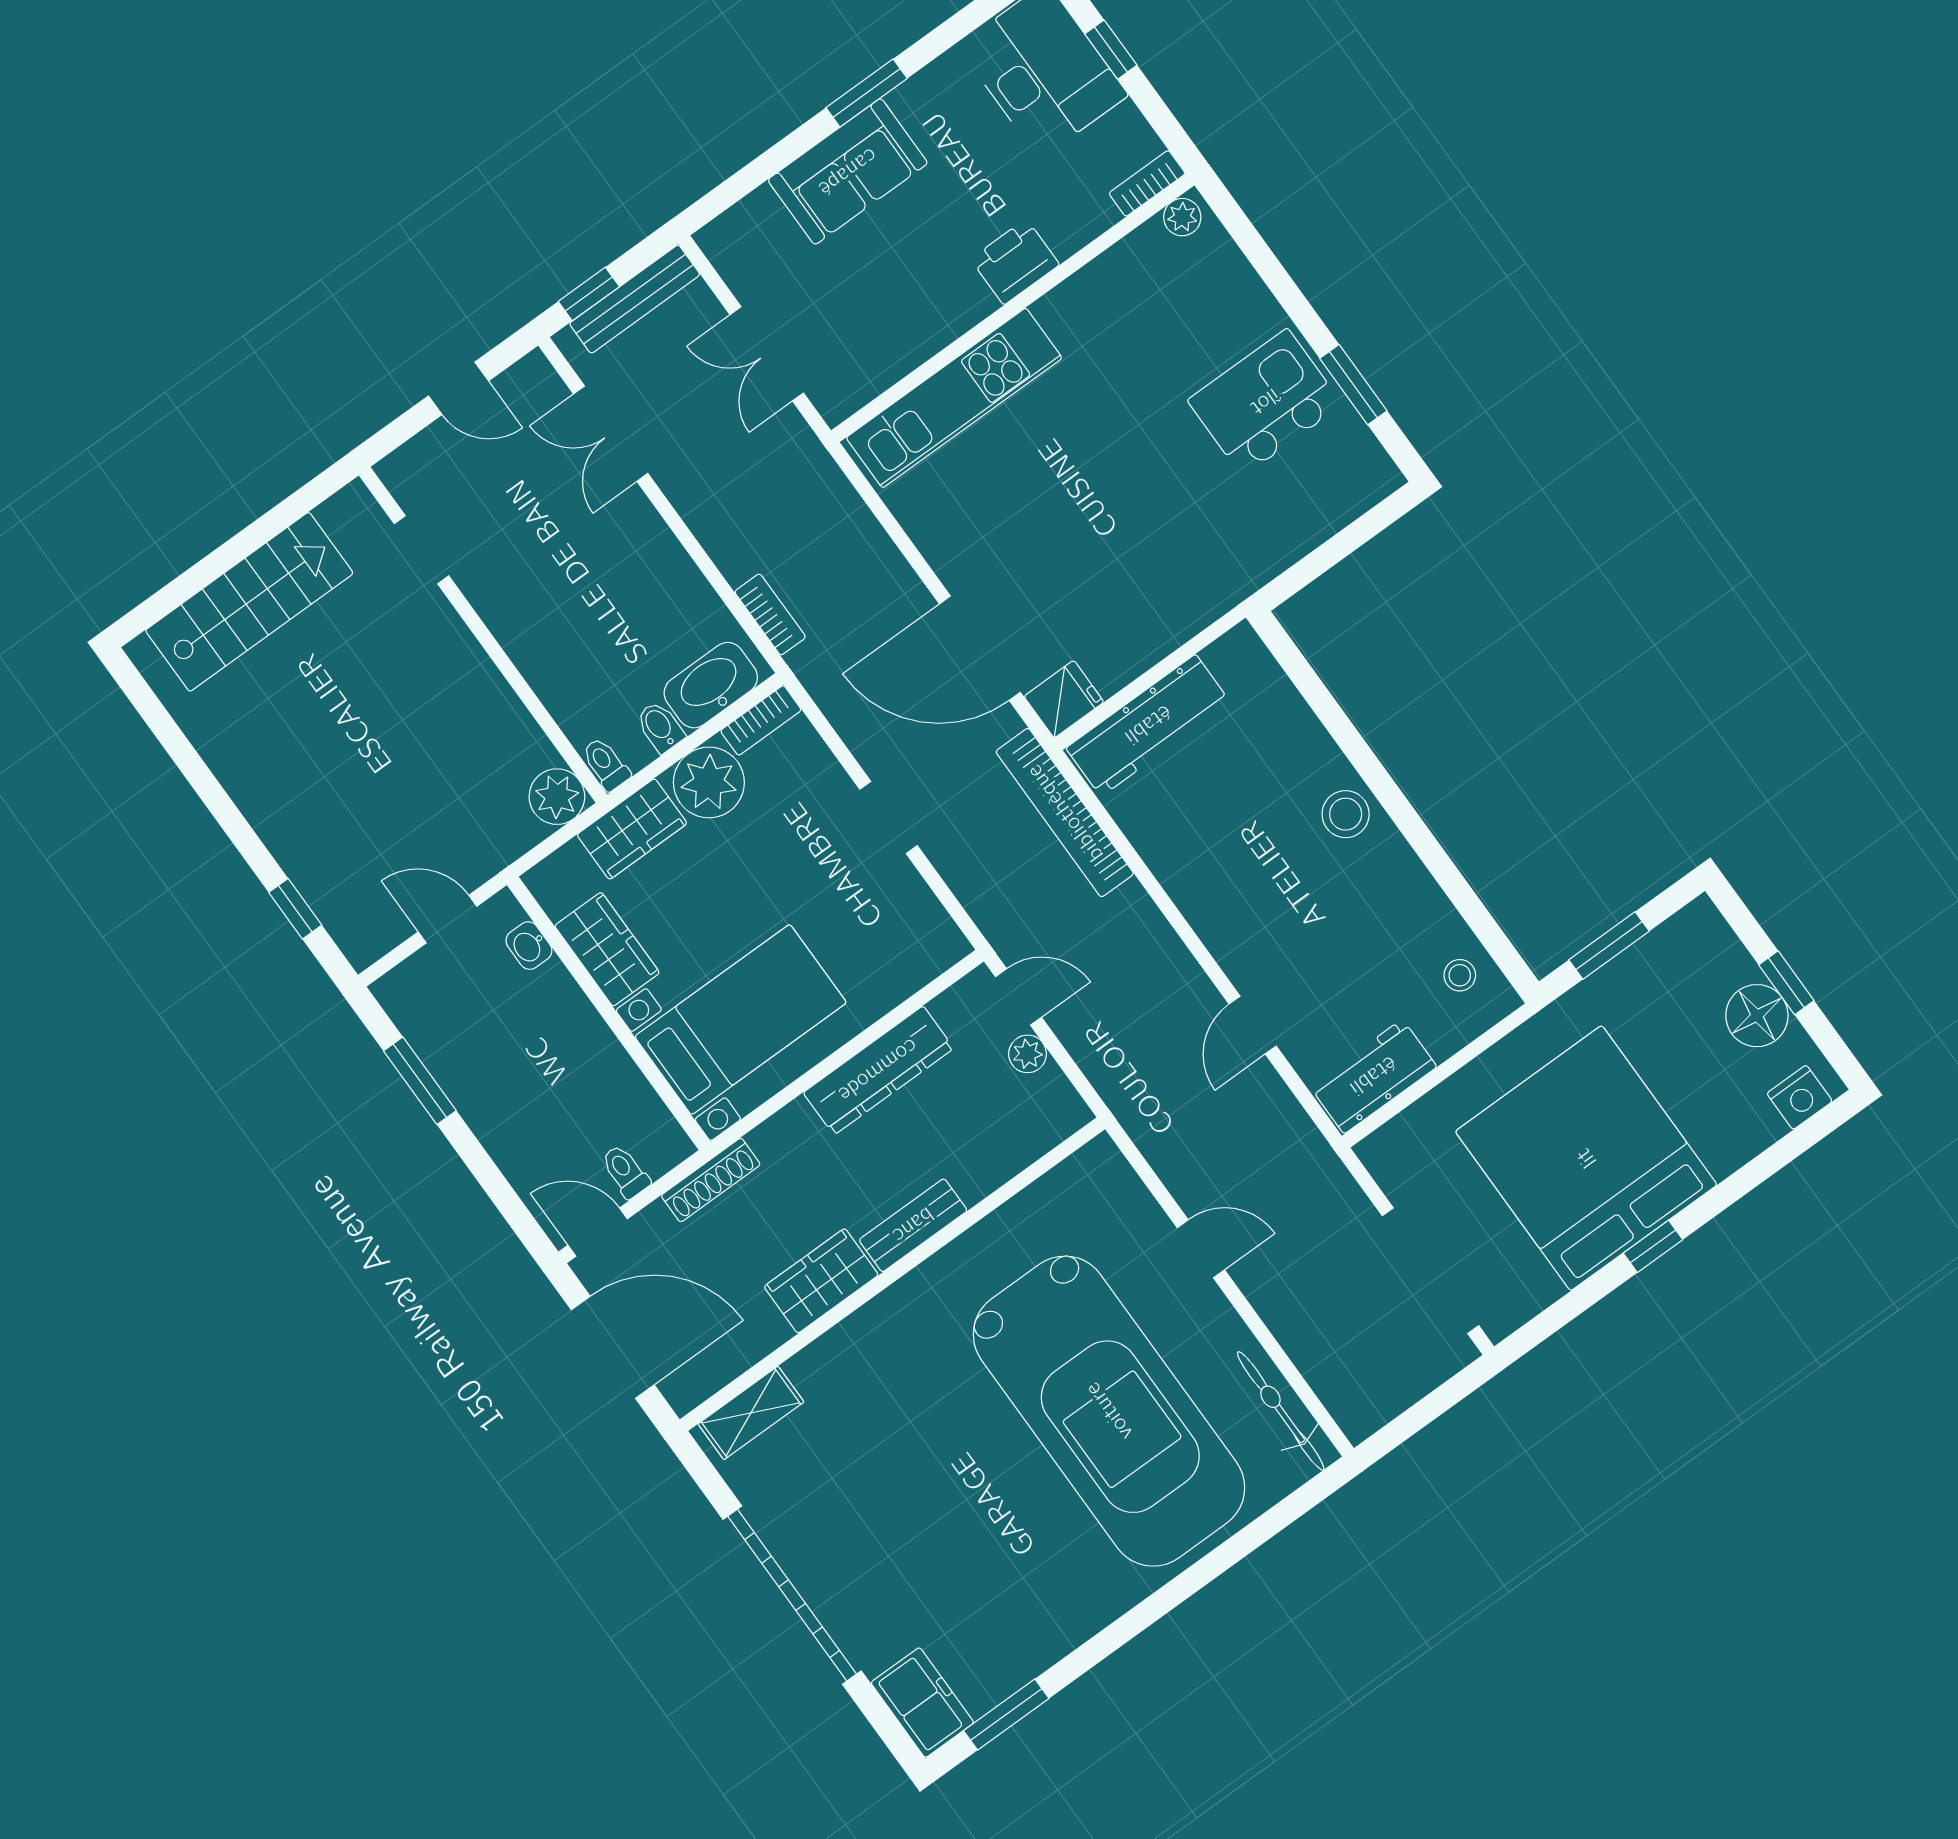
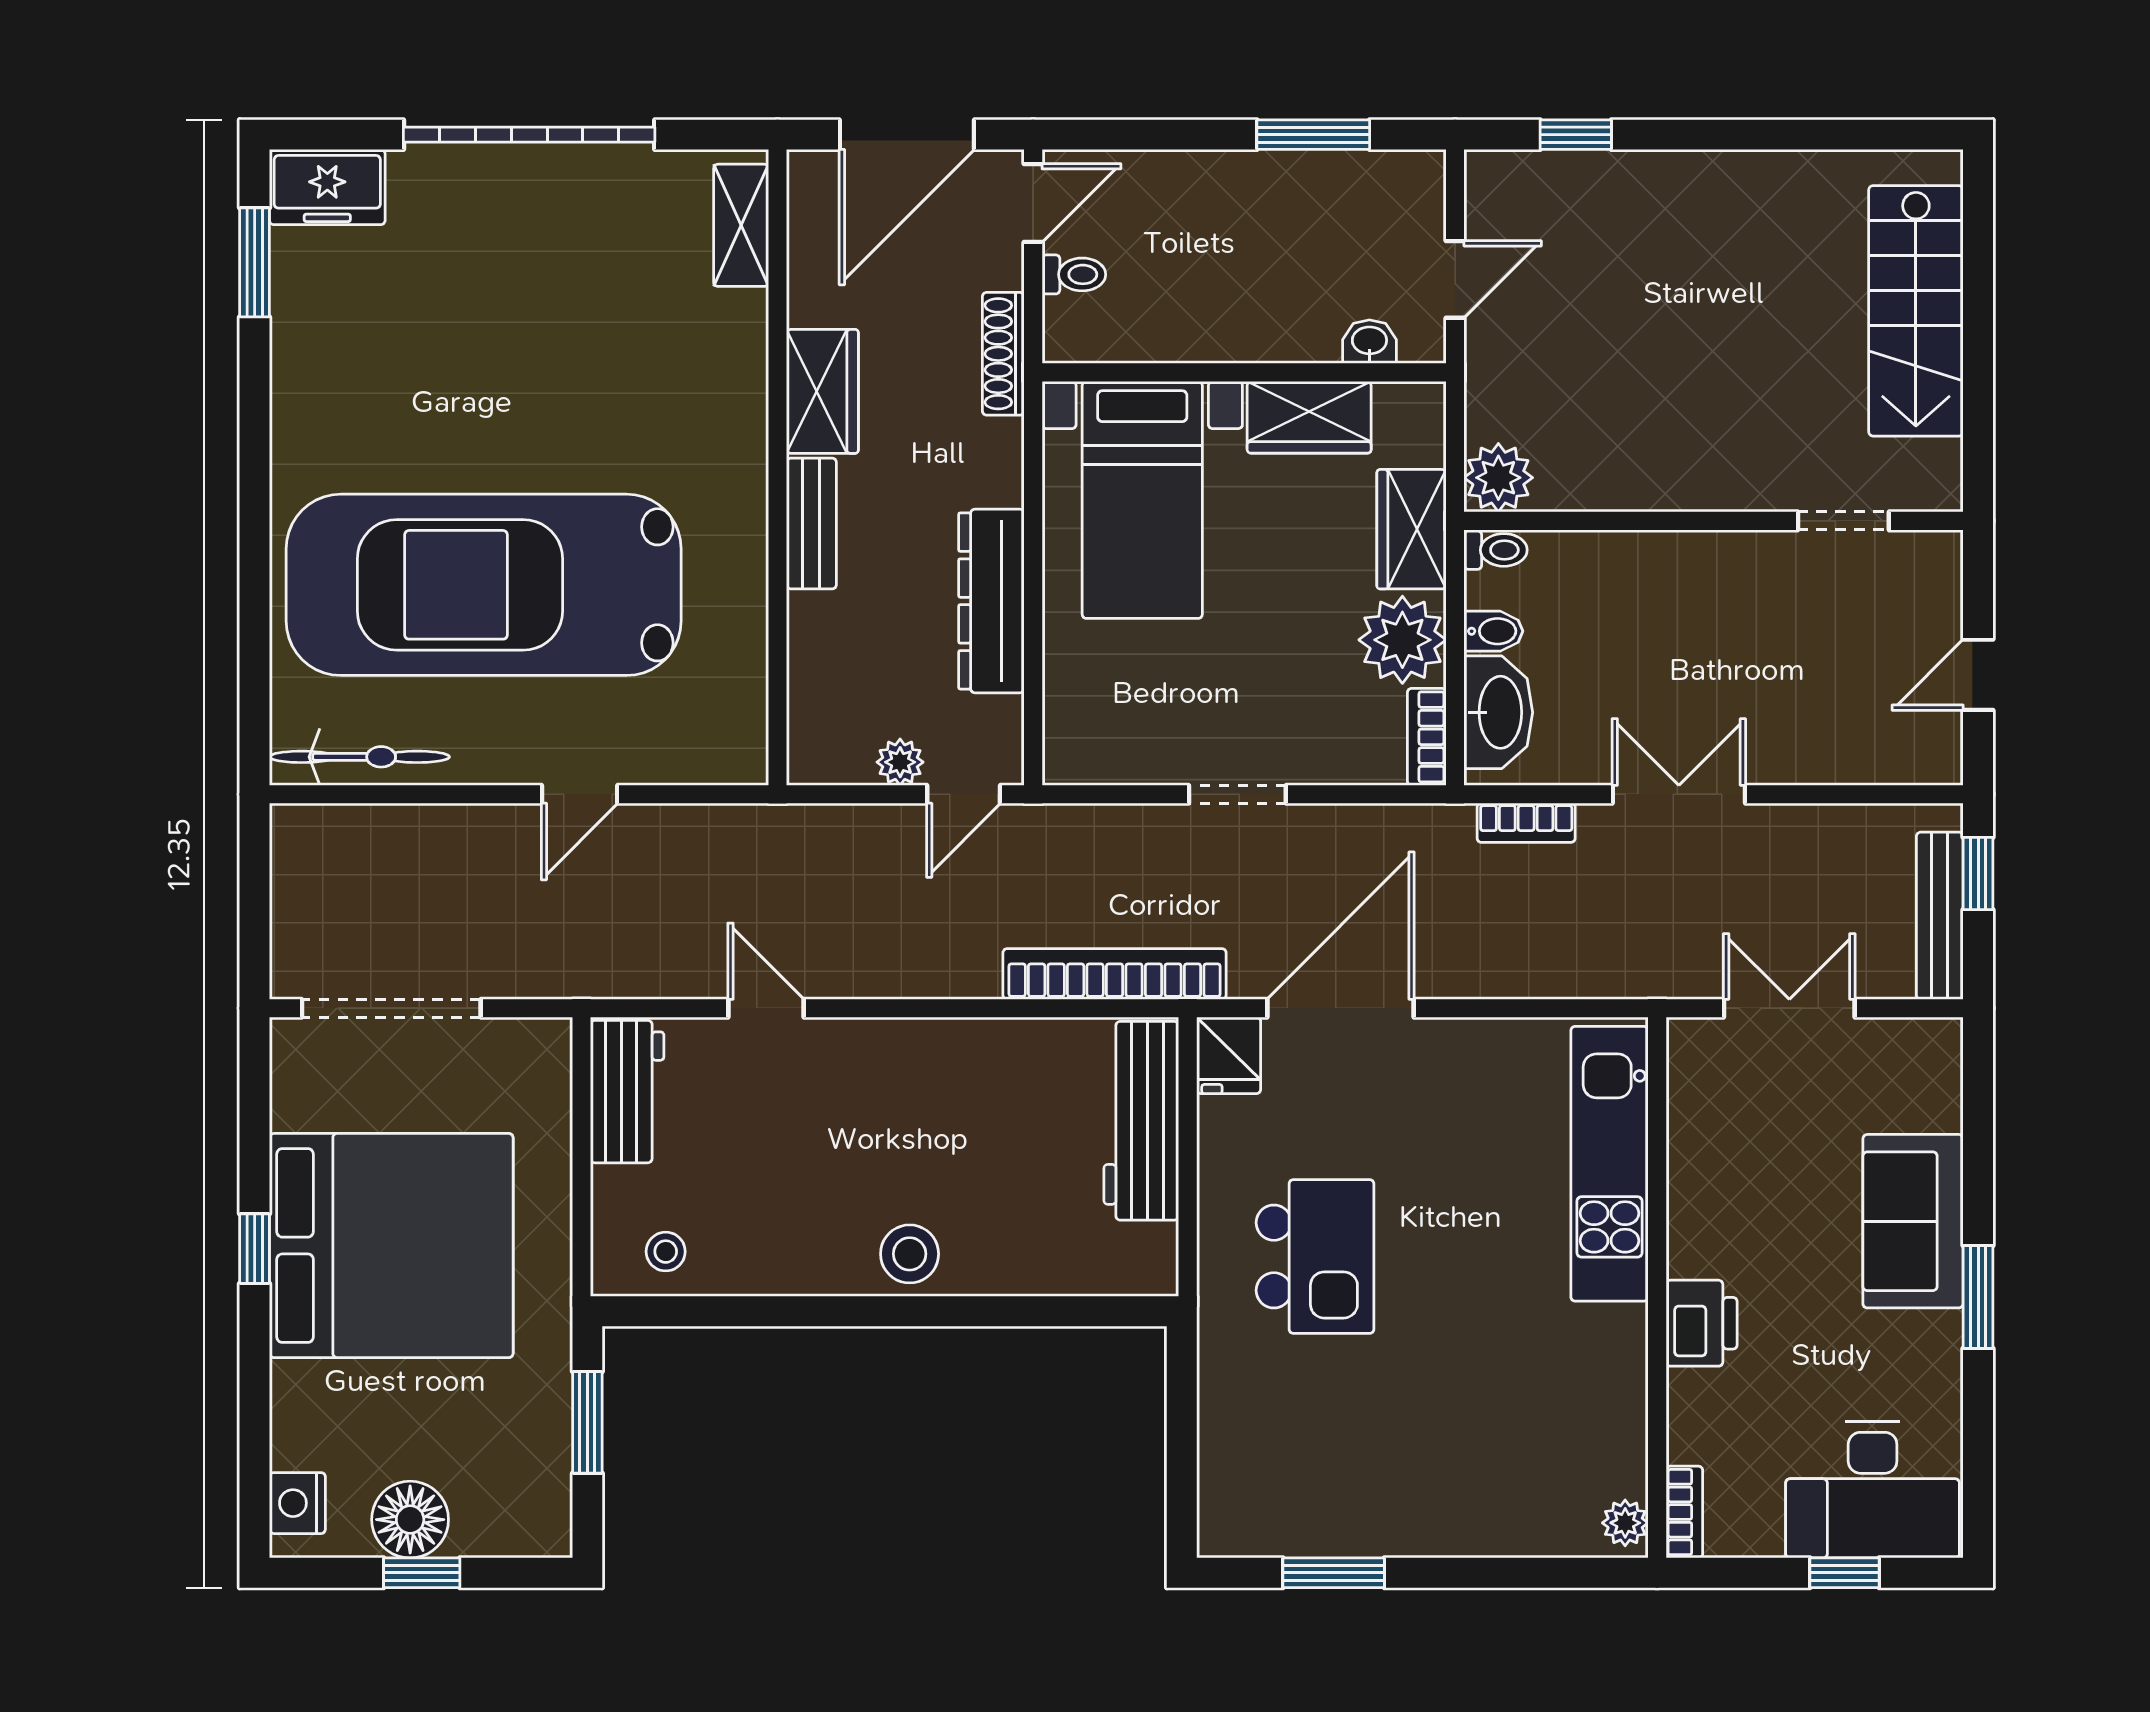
kitchen island: (1265, 402) -> (1315, 1257), moved
double door: (611, 434) -> (1679, 794), moved

